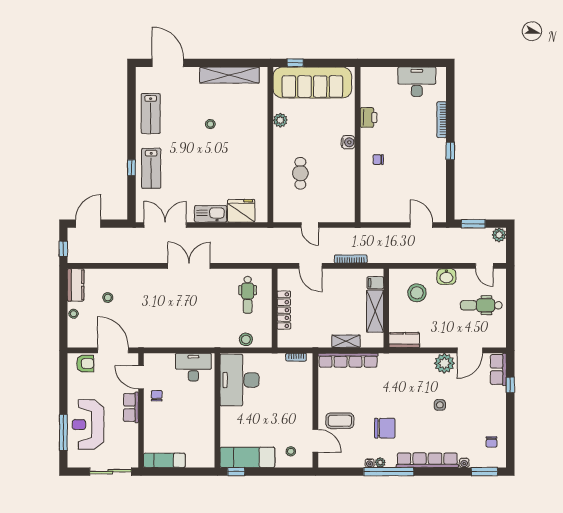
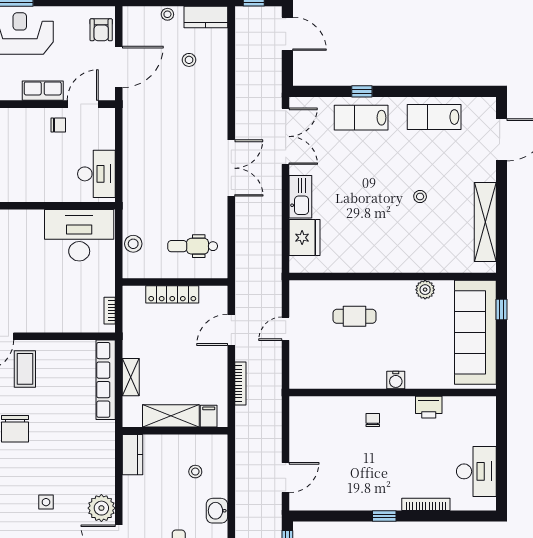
stool: (417, 293) -> (195, 472), width x0.53, depth x0.53

